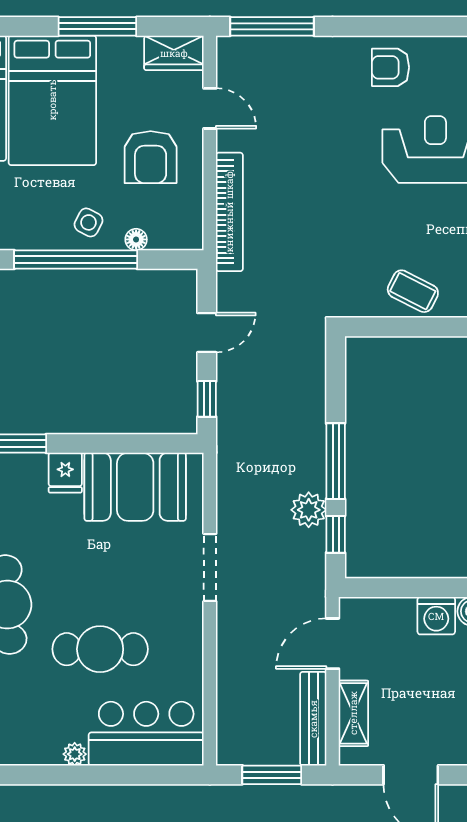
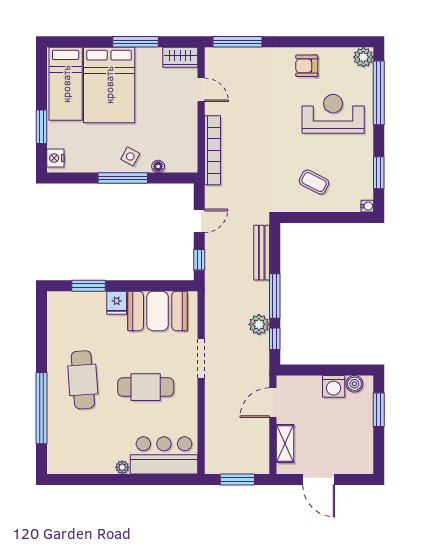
armchair: (151, 157) -> (167, 118), removed
window: (76, 259) -> (123, 178), width x0.68
coffee table: (413, 291) -> (314, 182), moved
cafe table: (100, 649) -> (146, 387), moved
bench: (313, 719) -> (262, 253), moved

